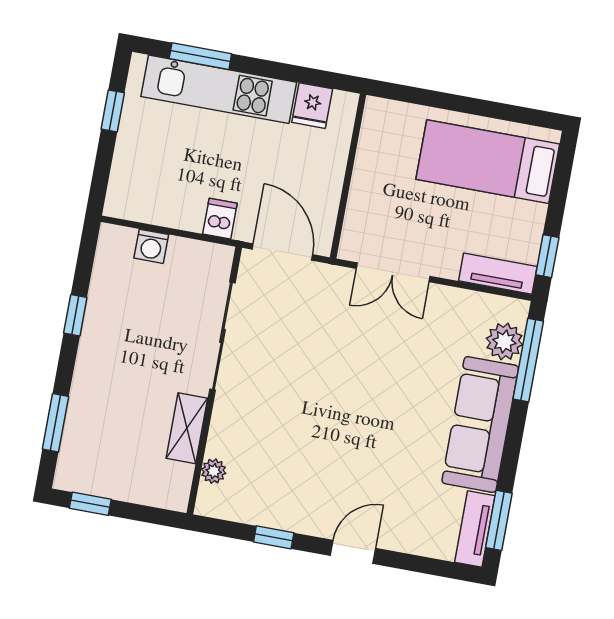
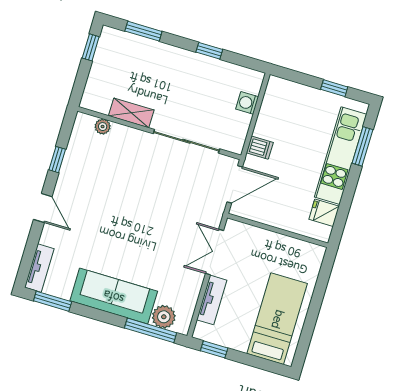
tv unit: (498, 274) -> (212, 300), moved
tv unit: (475, 529) -> (39, 268), moved, turned 90

